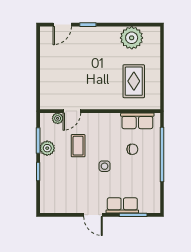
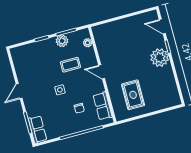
plant: (132, 38) -> (160, 58), moved
rug: (134, 81) -> (133, 95), turned 90
door: (72, 111) -> (102, 72), moved
row of seats: (122, 205) -> (37, 129), moved

